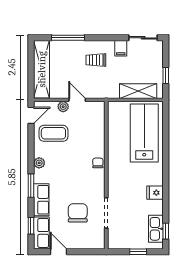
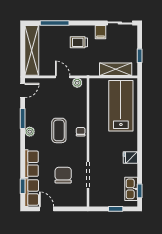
plant: (63, 107) -> (77, 83), moved
coffee table: (53, 133) -> (59, 130), moved, turned 90
window: (31, 186) -> (23, 118), moved

